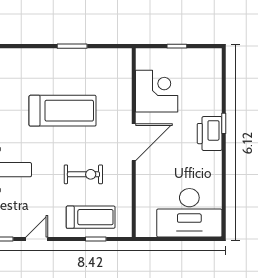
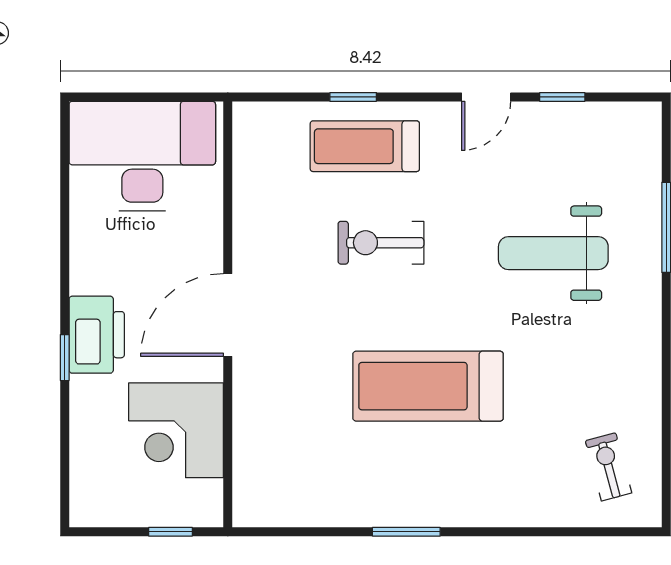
corner desk: (157, 91) -> (176, 430), moved
door: (134, 142) -> (228, 315), moved
wall: (134, 143) -> (228, 314), moved

